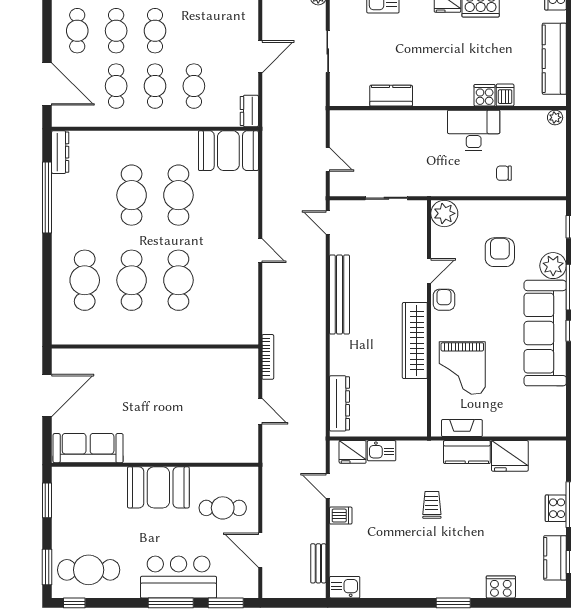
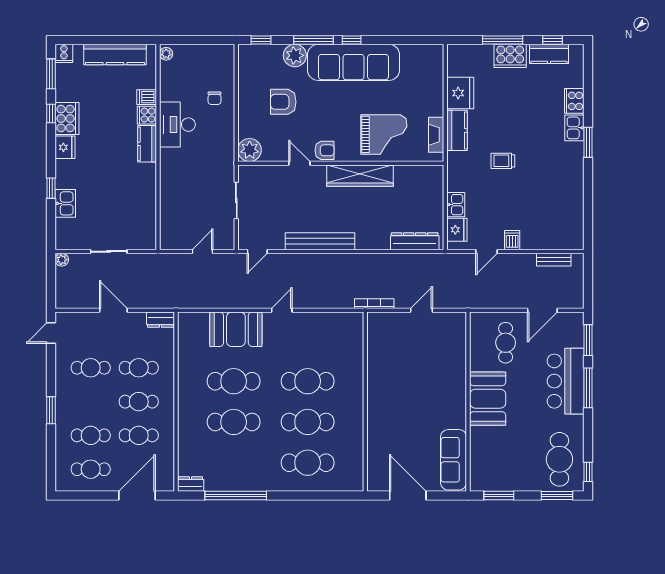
cafe table: (155, 31) -> (91, 368), moved
kitchen counter: (391, 96) -> (147, 144), moved
booth: (228, 151) -> (236, 329), moved, turned 90
dresser: (60, 152) -> (191, 484), width x0.70
armchair: (444, 300) -> (325, 150), turned 180
cooker: (556, 508) -> (510, 56), width x1.37, depth x1.31
kitchen sink: (345, 587) -> (574, 128), moved

